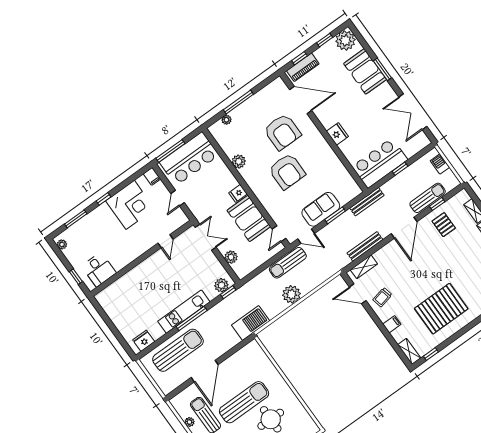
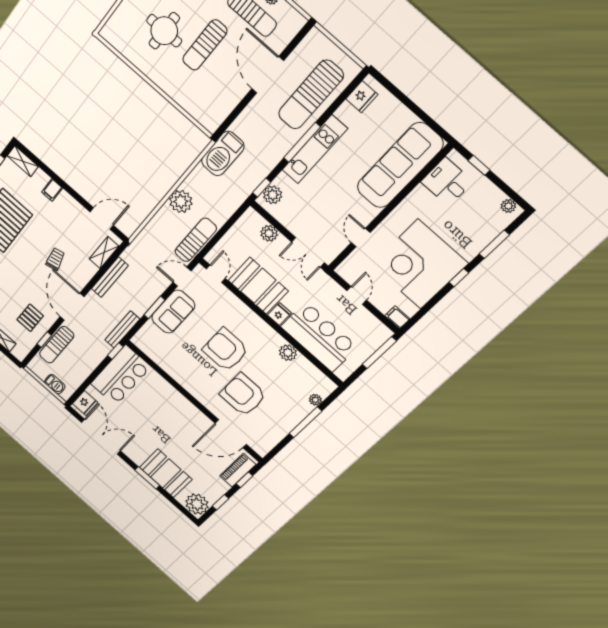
fridge: (337, 134) -> (85, 403), moved, turned -90
bar counter: (189, 159) -> (319, 337), moved, turned 90
window: (400, 169) -> (115, 351), moved
corner desk: (130, 205) -> (419, 264), width x1.36, depth x1.36
pallet: (444, 225) -> (30, 318), turned 90
sofa: (128, 288) -> (400, 166), added
trolley: (382, 297) -> (55, 259), moved
sun lounger: (244, 402) -> (205, 45), width x0.73, depth x0.75

